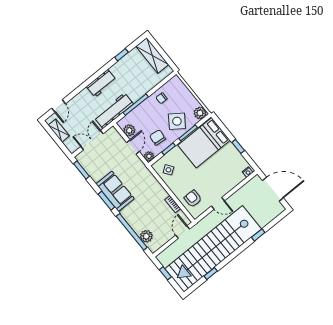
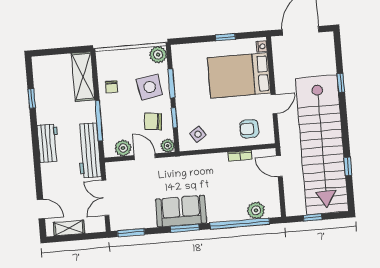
shelving: (152, 55) -> (83, 77), moved, turned 90
side table: (177, 121) -> (150, 87), turned 45
bed: (204, 143) -> (239, 75), moved, turned 90

